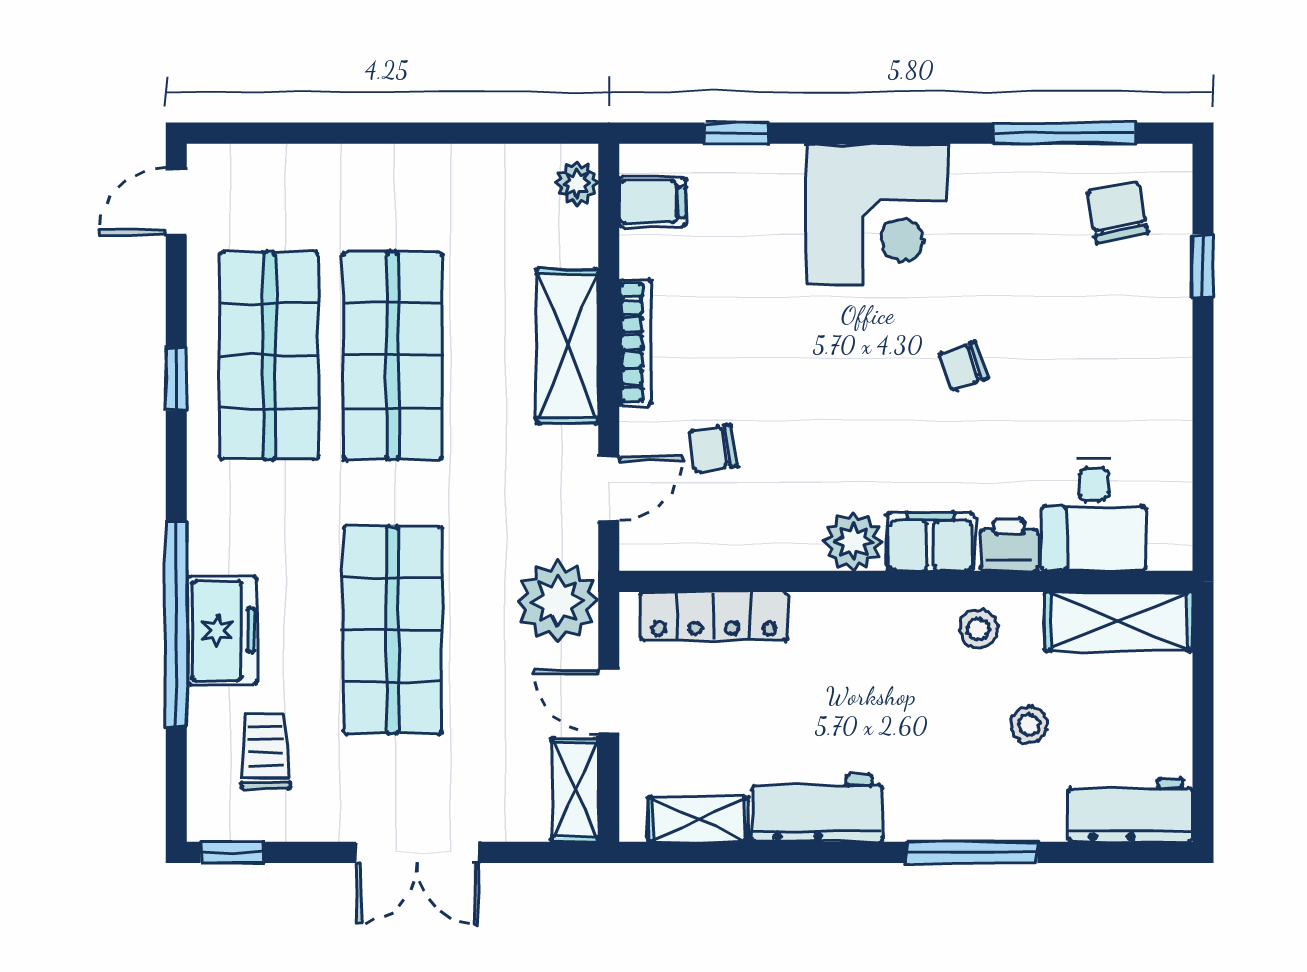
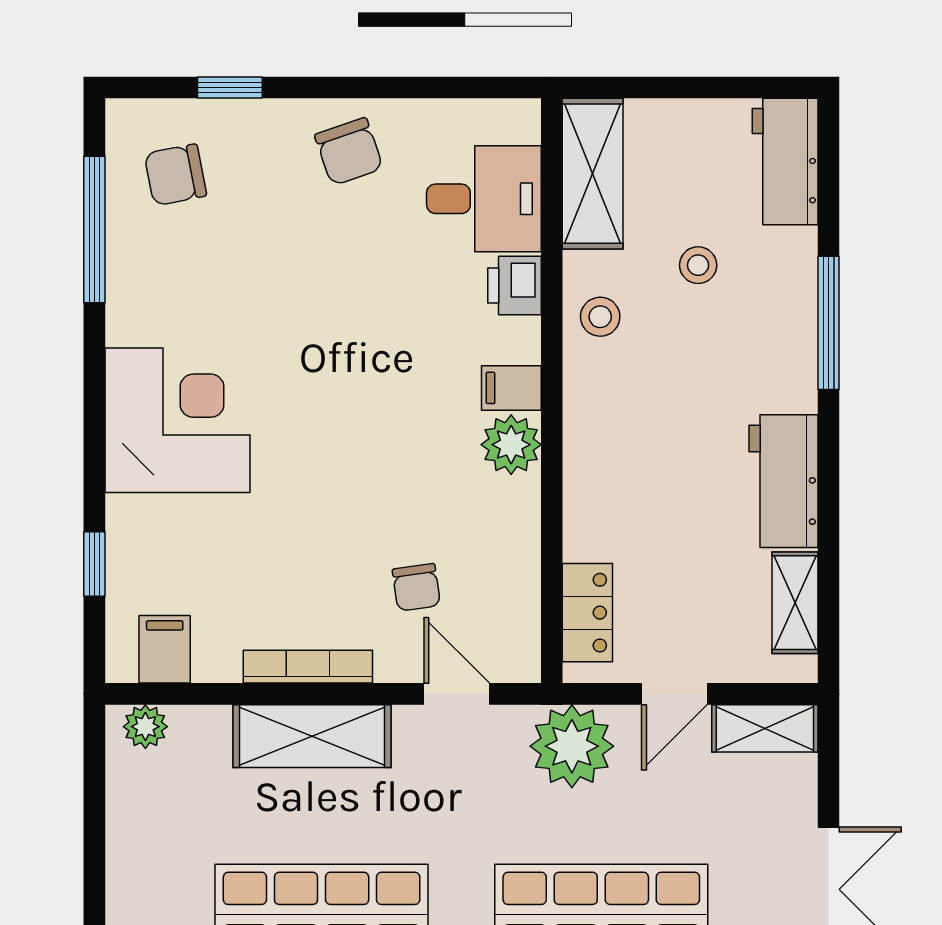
chair: (964, 366) -> (349, 152), moved, width x1.37, depth x1.37
filing cabinet: (930, 542) -> (511, 388), width x0.50
locker: (714, 616) -> (587, 613), width x0.66

